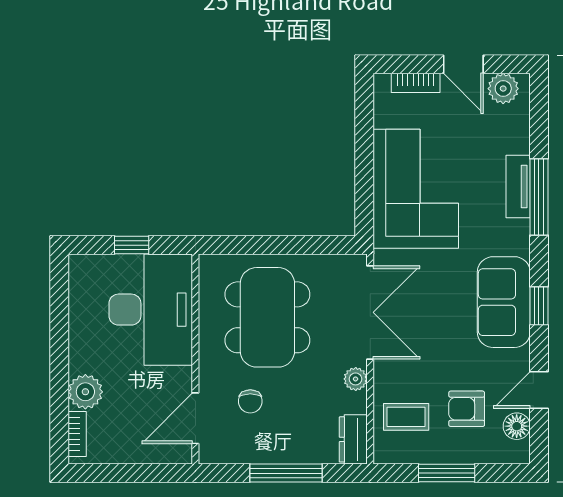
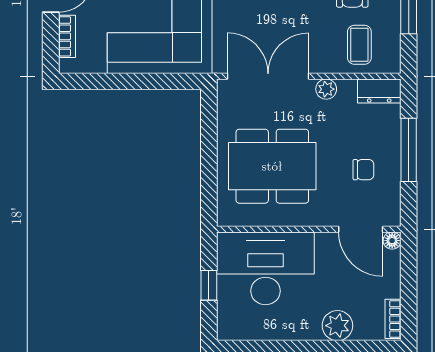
chair: (250, 401) -> (363, 170), moved
bookcase: (77, 434) -> (393, 319), moved, turned -90
floor lamp: (182, 454) -> (392, 241), added

